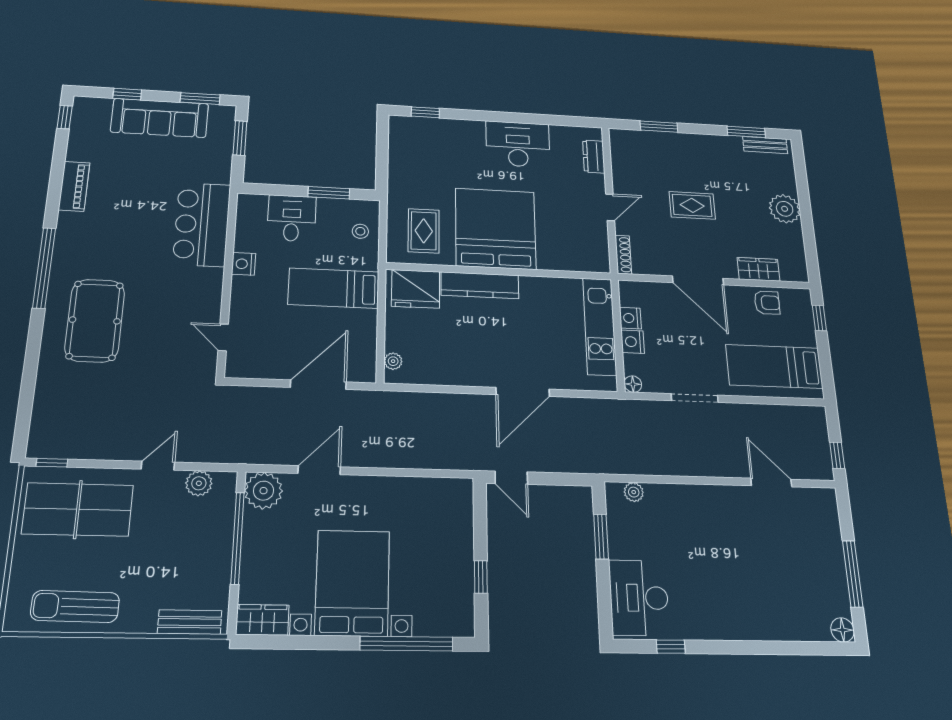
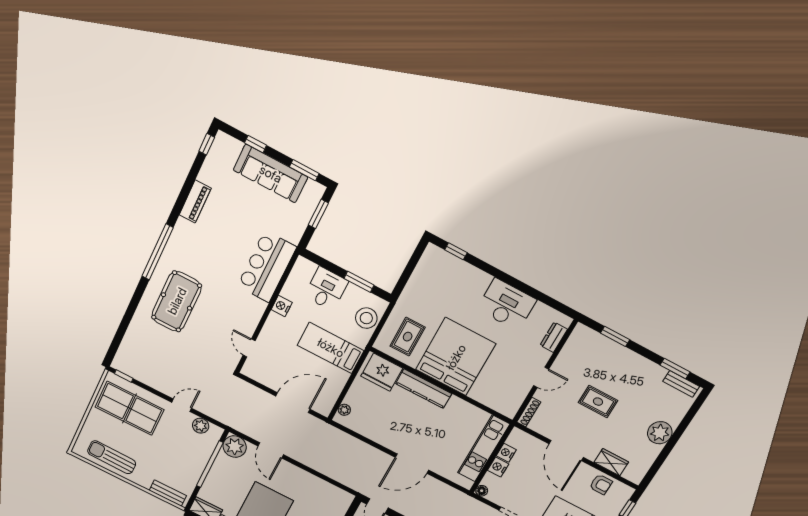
stool: (360, 231) -> (366, 318), width x1.89, depth x1.89
door: (319, 470) -> (271, 450), swing flipped

